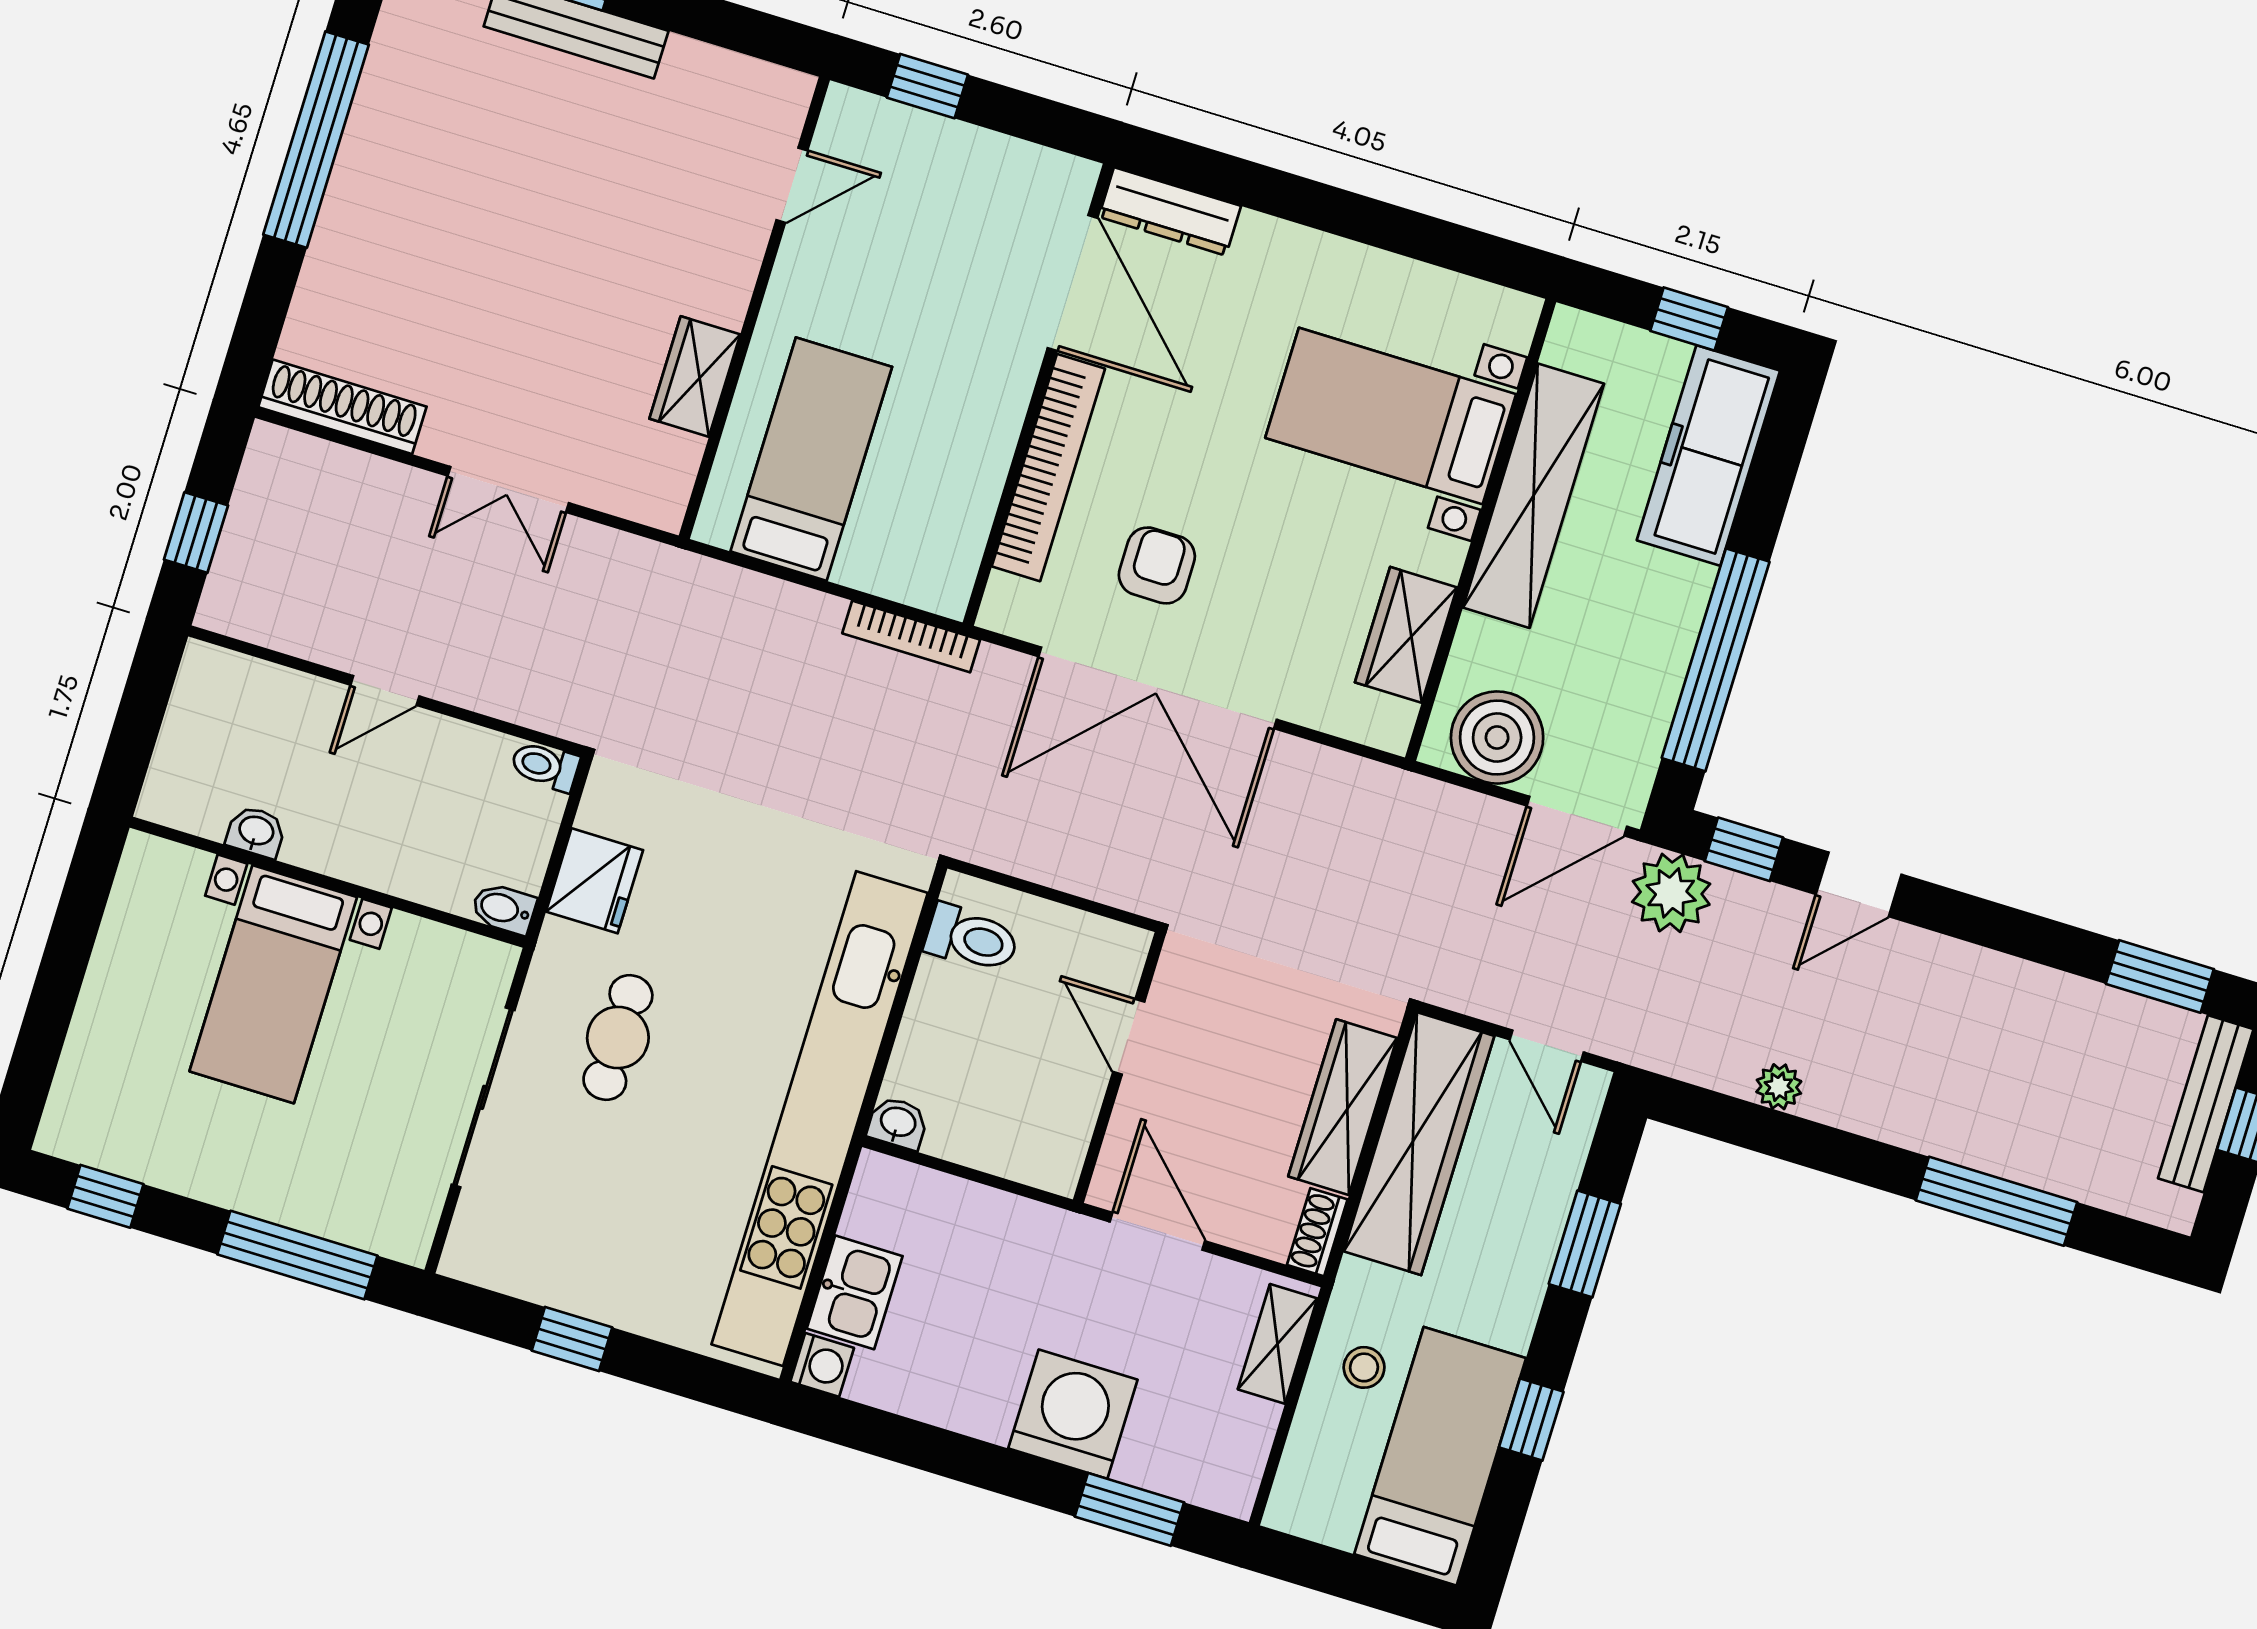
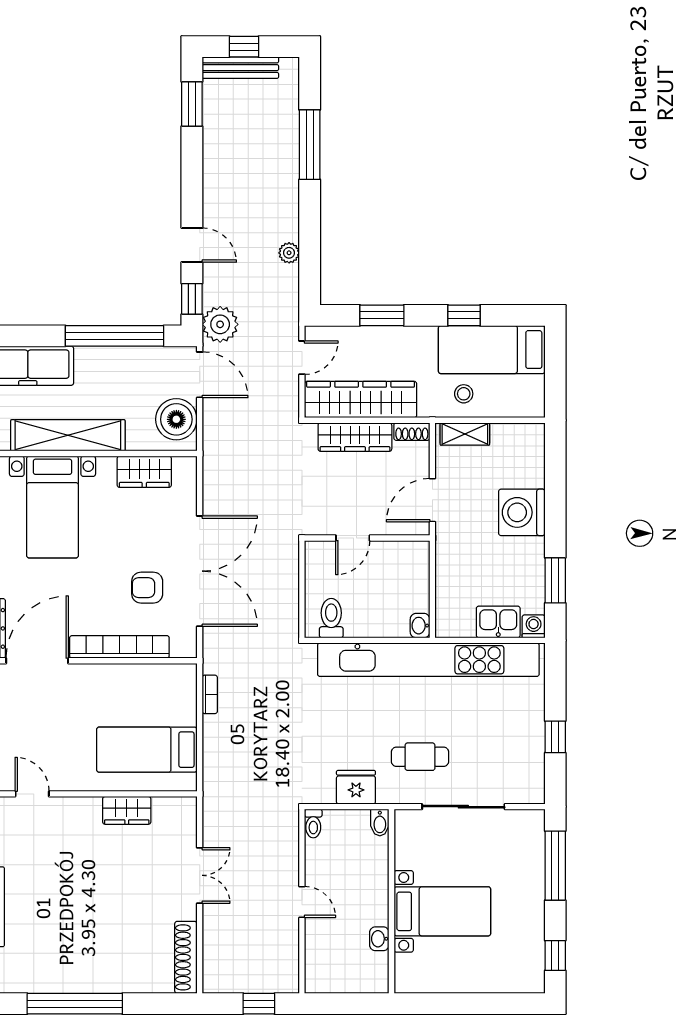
bookcase: (911, 636) -> (210, 694), width x0.64
window: (1129, 1509) -> (555, 580), moved

